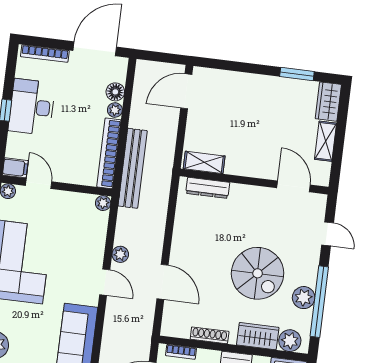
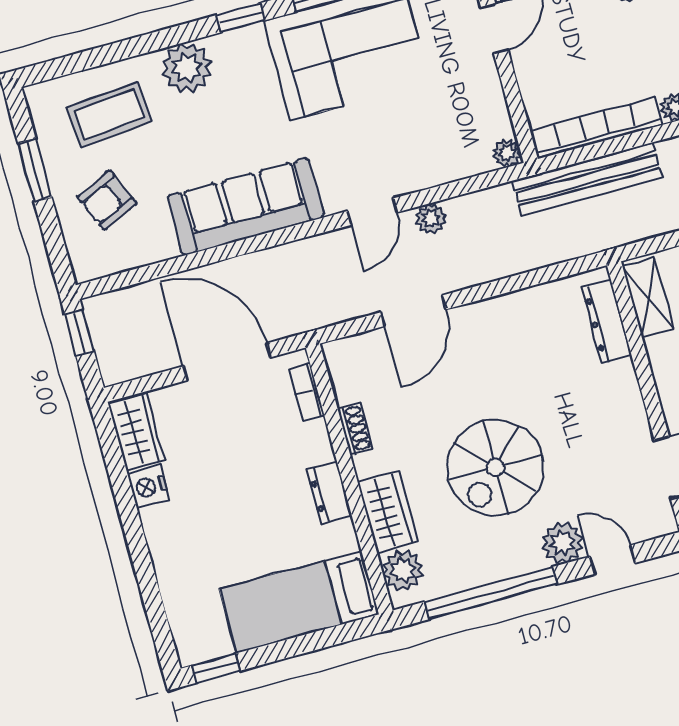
door: (328, 234) -> (613, 560), swing flipped
plant: (304, 298) -> (562, 543), moved
shoe rack: (210, 335) -> (355, 429), width x0.70

